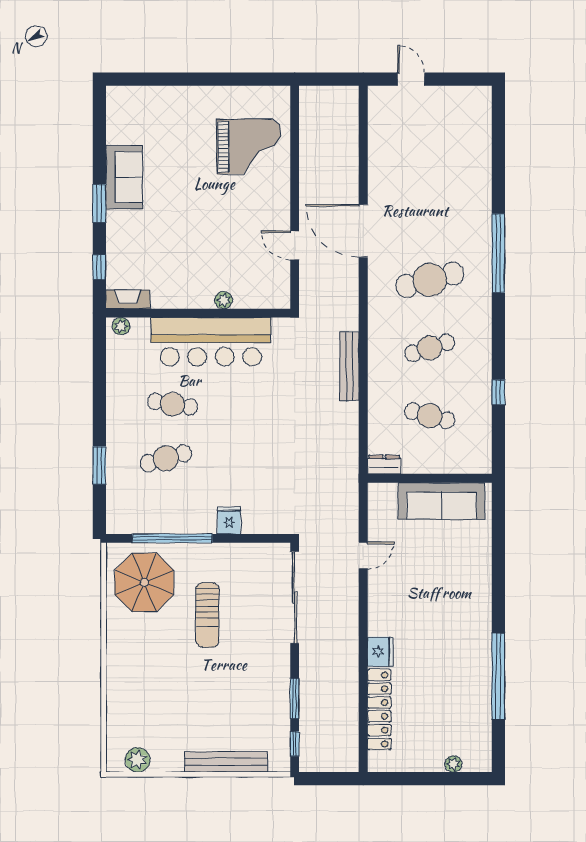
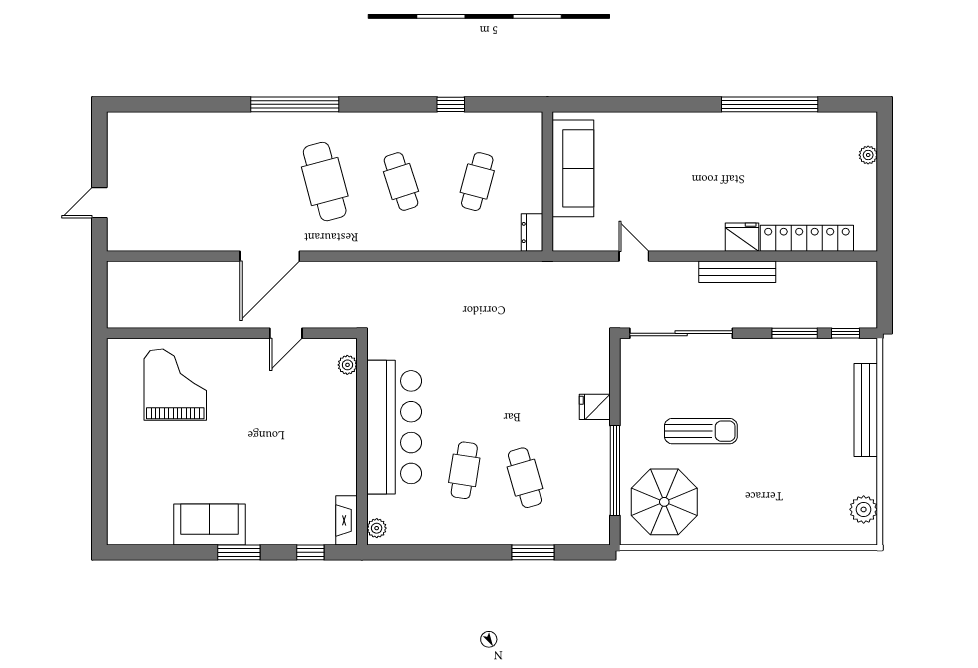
plant: (224, 300) -> (347, 365), moved
bench: (349, 366) -> (737, 272), moved

